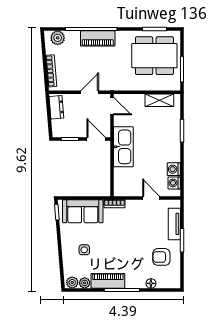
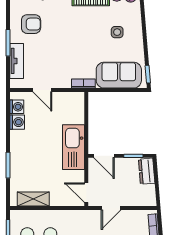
dresser: (56, 107) -> (147, 171), moved

